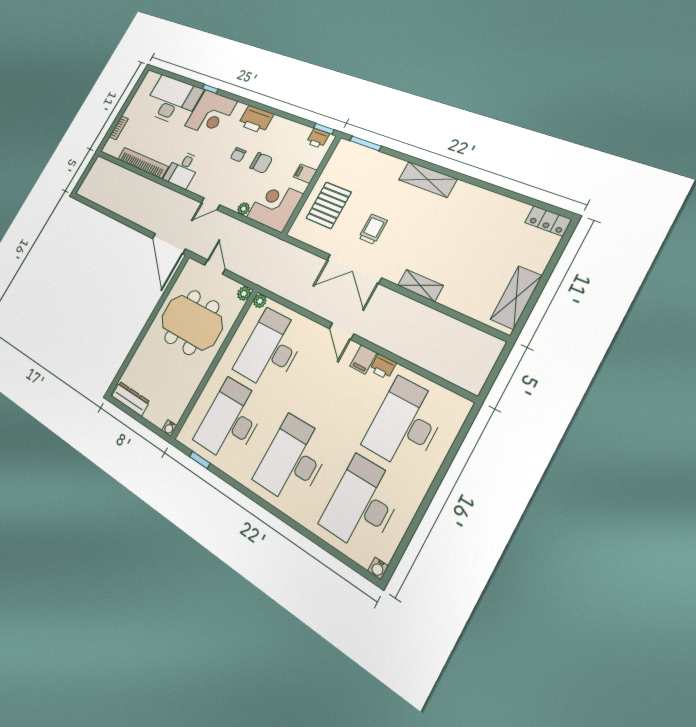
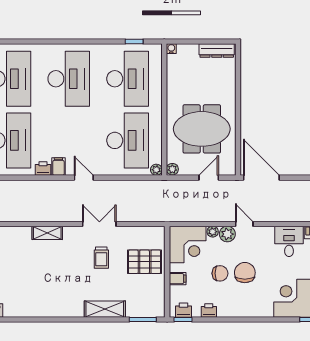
printer: (256, 119) -> (209, 310), moved, width x0.53, depth x0.68
chair: (238, 155) -> (245, 273), width x1.87, depth x1.87
chair: (261, 163) -> (220, 273), turned 180
shelving: (428, 179) -> (105, 309), moved
plant: (231, 200) -> (227, 234), added
door: (210, 204) -> (244, 224), hinge flipped
pallet: (329, 205) -> (145, 262), turned 90
door: (215, 267) -> (209, 178), swing flipped
double door: (354, 269) -> (99, 224), width x0.73

